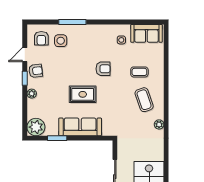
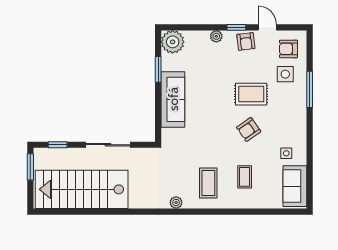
armchair: (103, 69) -> (249, 129), turned 55
rug: (83, 94) -> (251, 94), moved, turned 90
coffee table: (144, 100) -> (208, 183), turned -71

